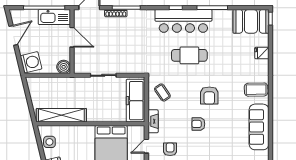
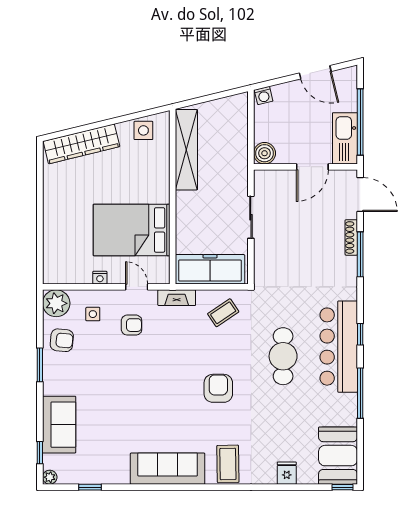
washing machine: (31, 62) -> (264, 96), width x0.53, depth x0.53
armchair: (209, 96) -> (218, 388), turned 90
armchair: (198, 124) -> (172, 371), removed

